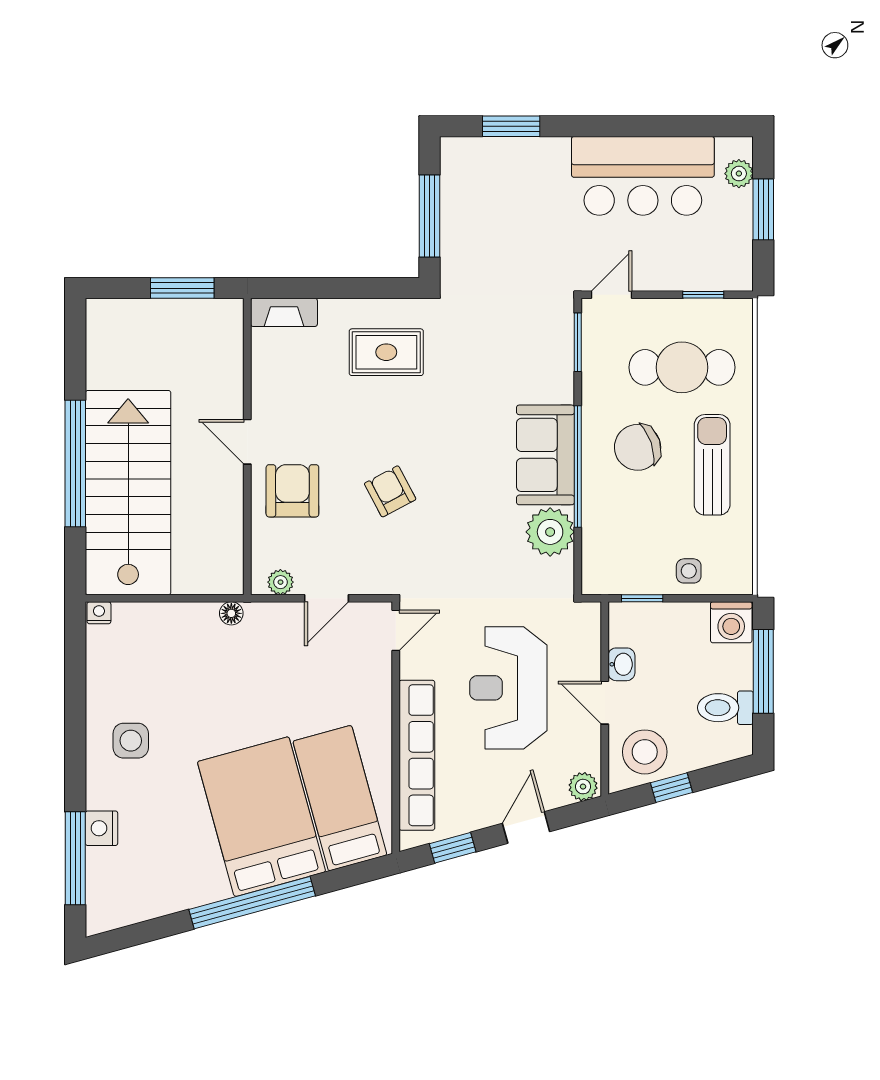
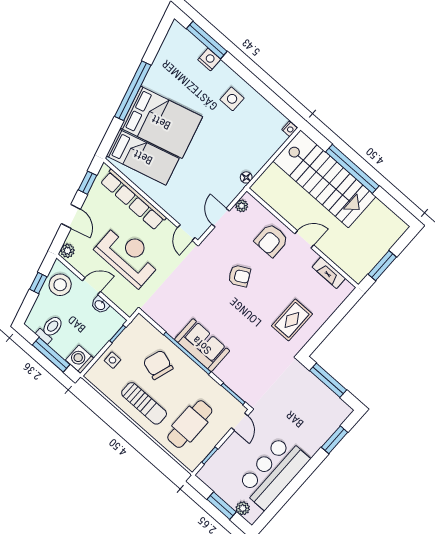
fireplace: (284, 312) -> (329, 273), moved, turned -90
chair: (638, 447) -> (158, 365), moved, turned -53
armchair: (292, 491) -> (271, 240), turned 90
plant: (550, 532) -> (172, 322), removed

